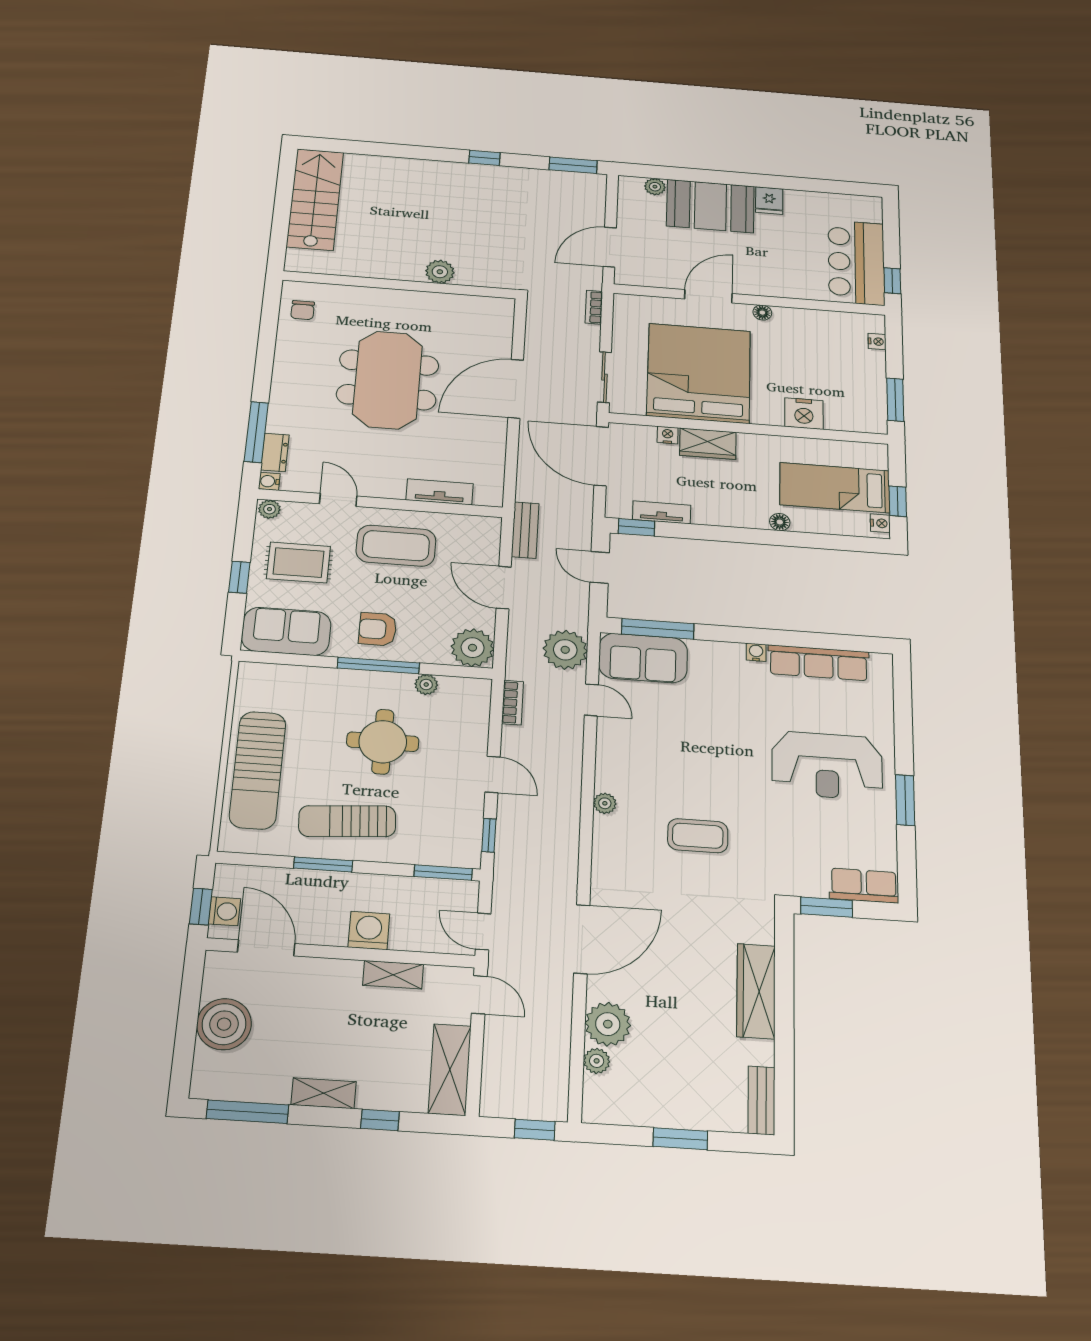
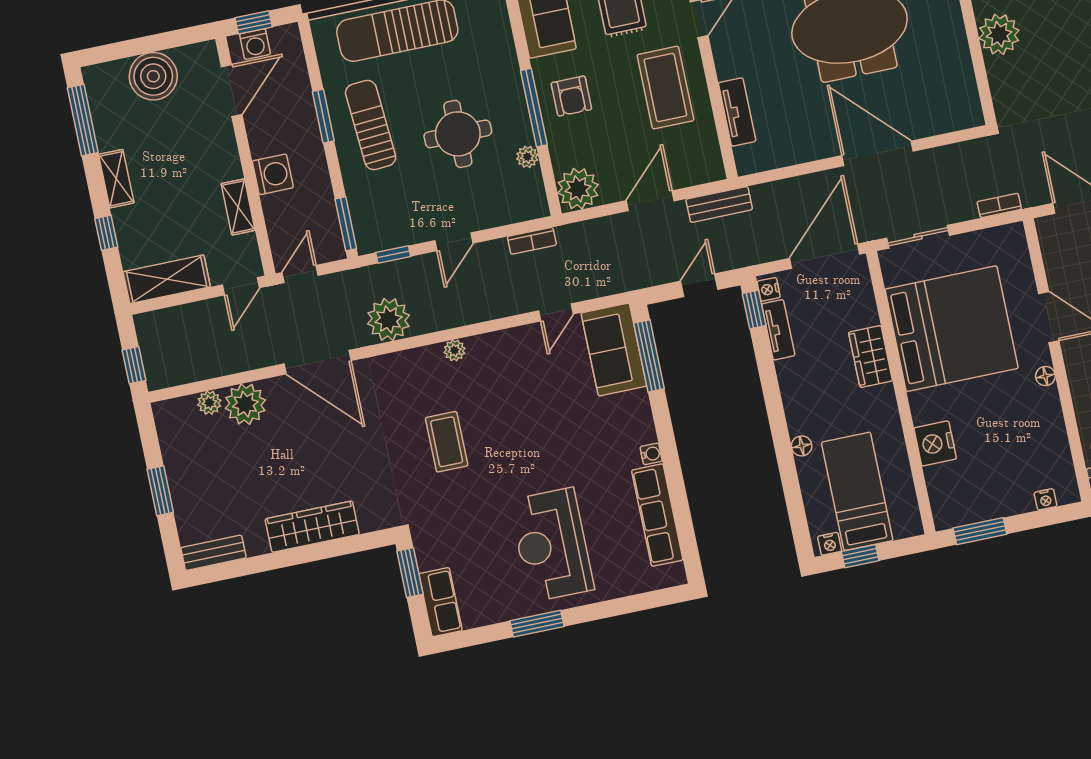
plant: (440, 272) -> (999, 34), width x1.36, depth x1.36
nightstand: (668, 435) -> (769, 289), moved, turned 180
armchair: (378, 629) -> (571, 96), turned 180
plant: (565, 650) -> (388, 320), moved

